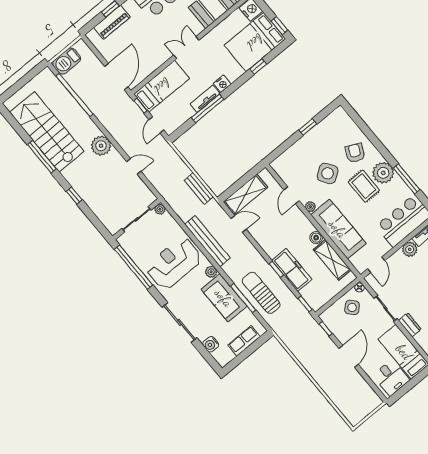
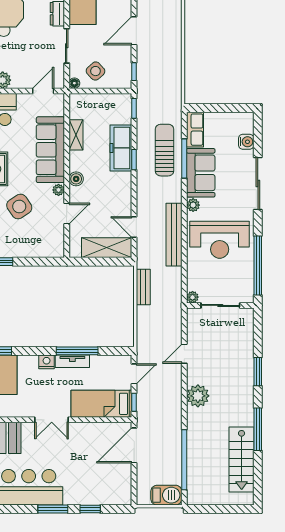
piano: (112, 22) -> (98, 496), removed
stairs: (47, 132) -> (242, 459), width x0.73, depth x0.66
door: (134, 166) -> (184, 354), hinge flipped
window: (74, 196) -> (258, 372), width x1.50
boiler: (316, 238) -> (76, 179), moved
shelving: (332, 260) -> (76, 135), width x0.67, depth x0.75
sun lounger: (261, 293) -> (165, 150), turned 180
row of seats: (244, 341) -> (195, 130), moved, turned -90

